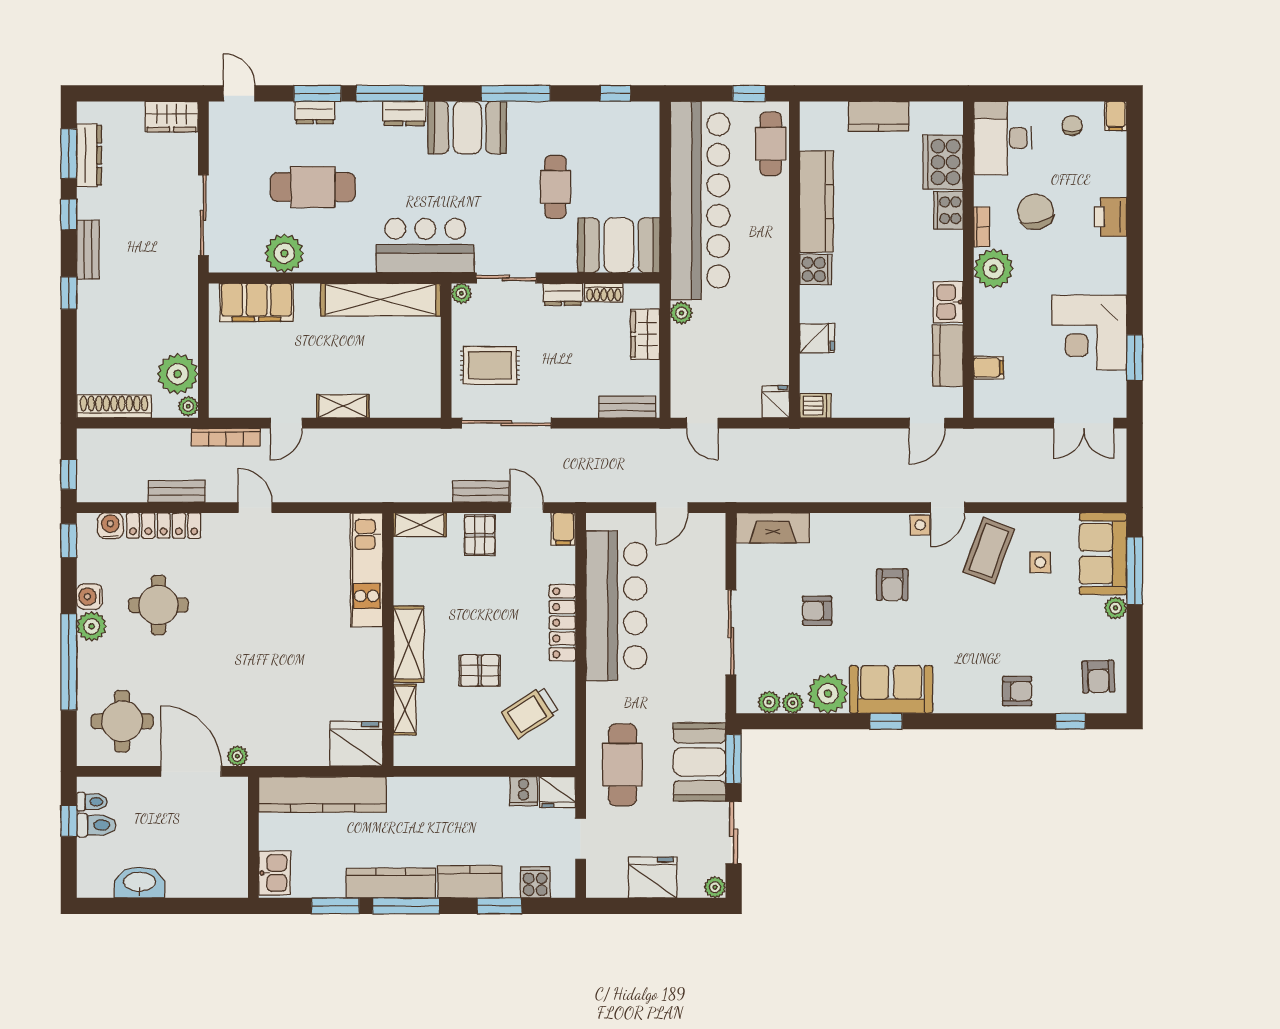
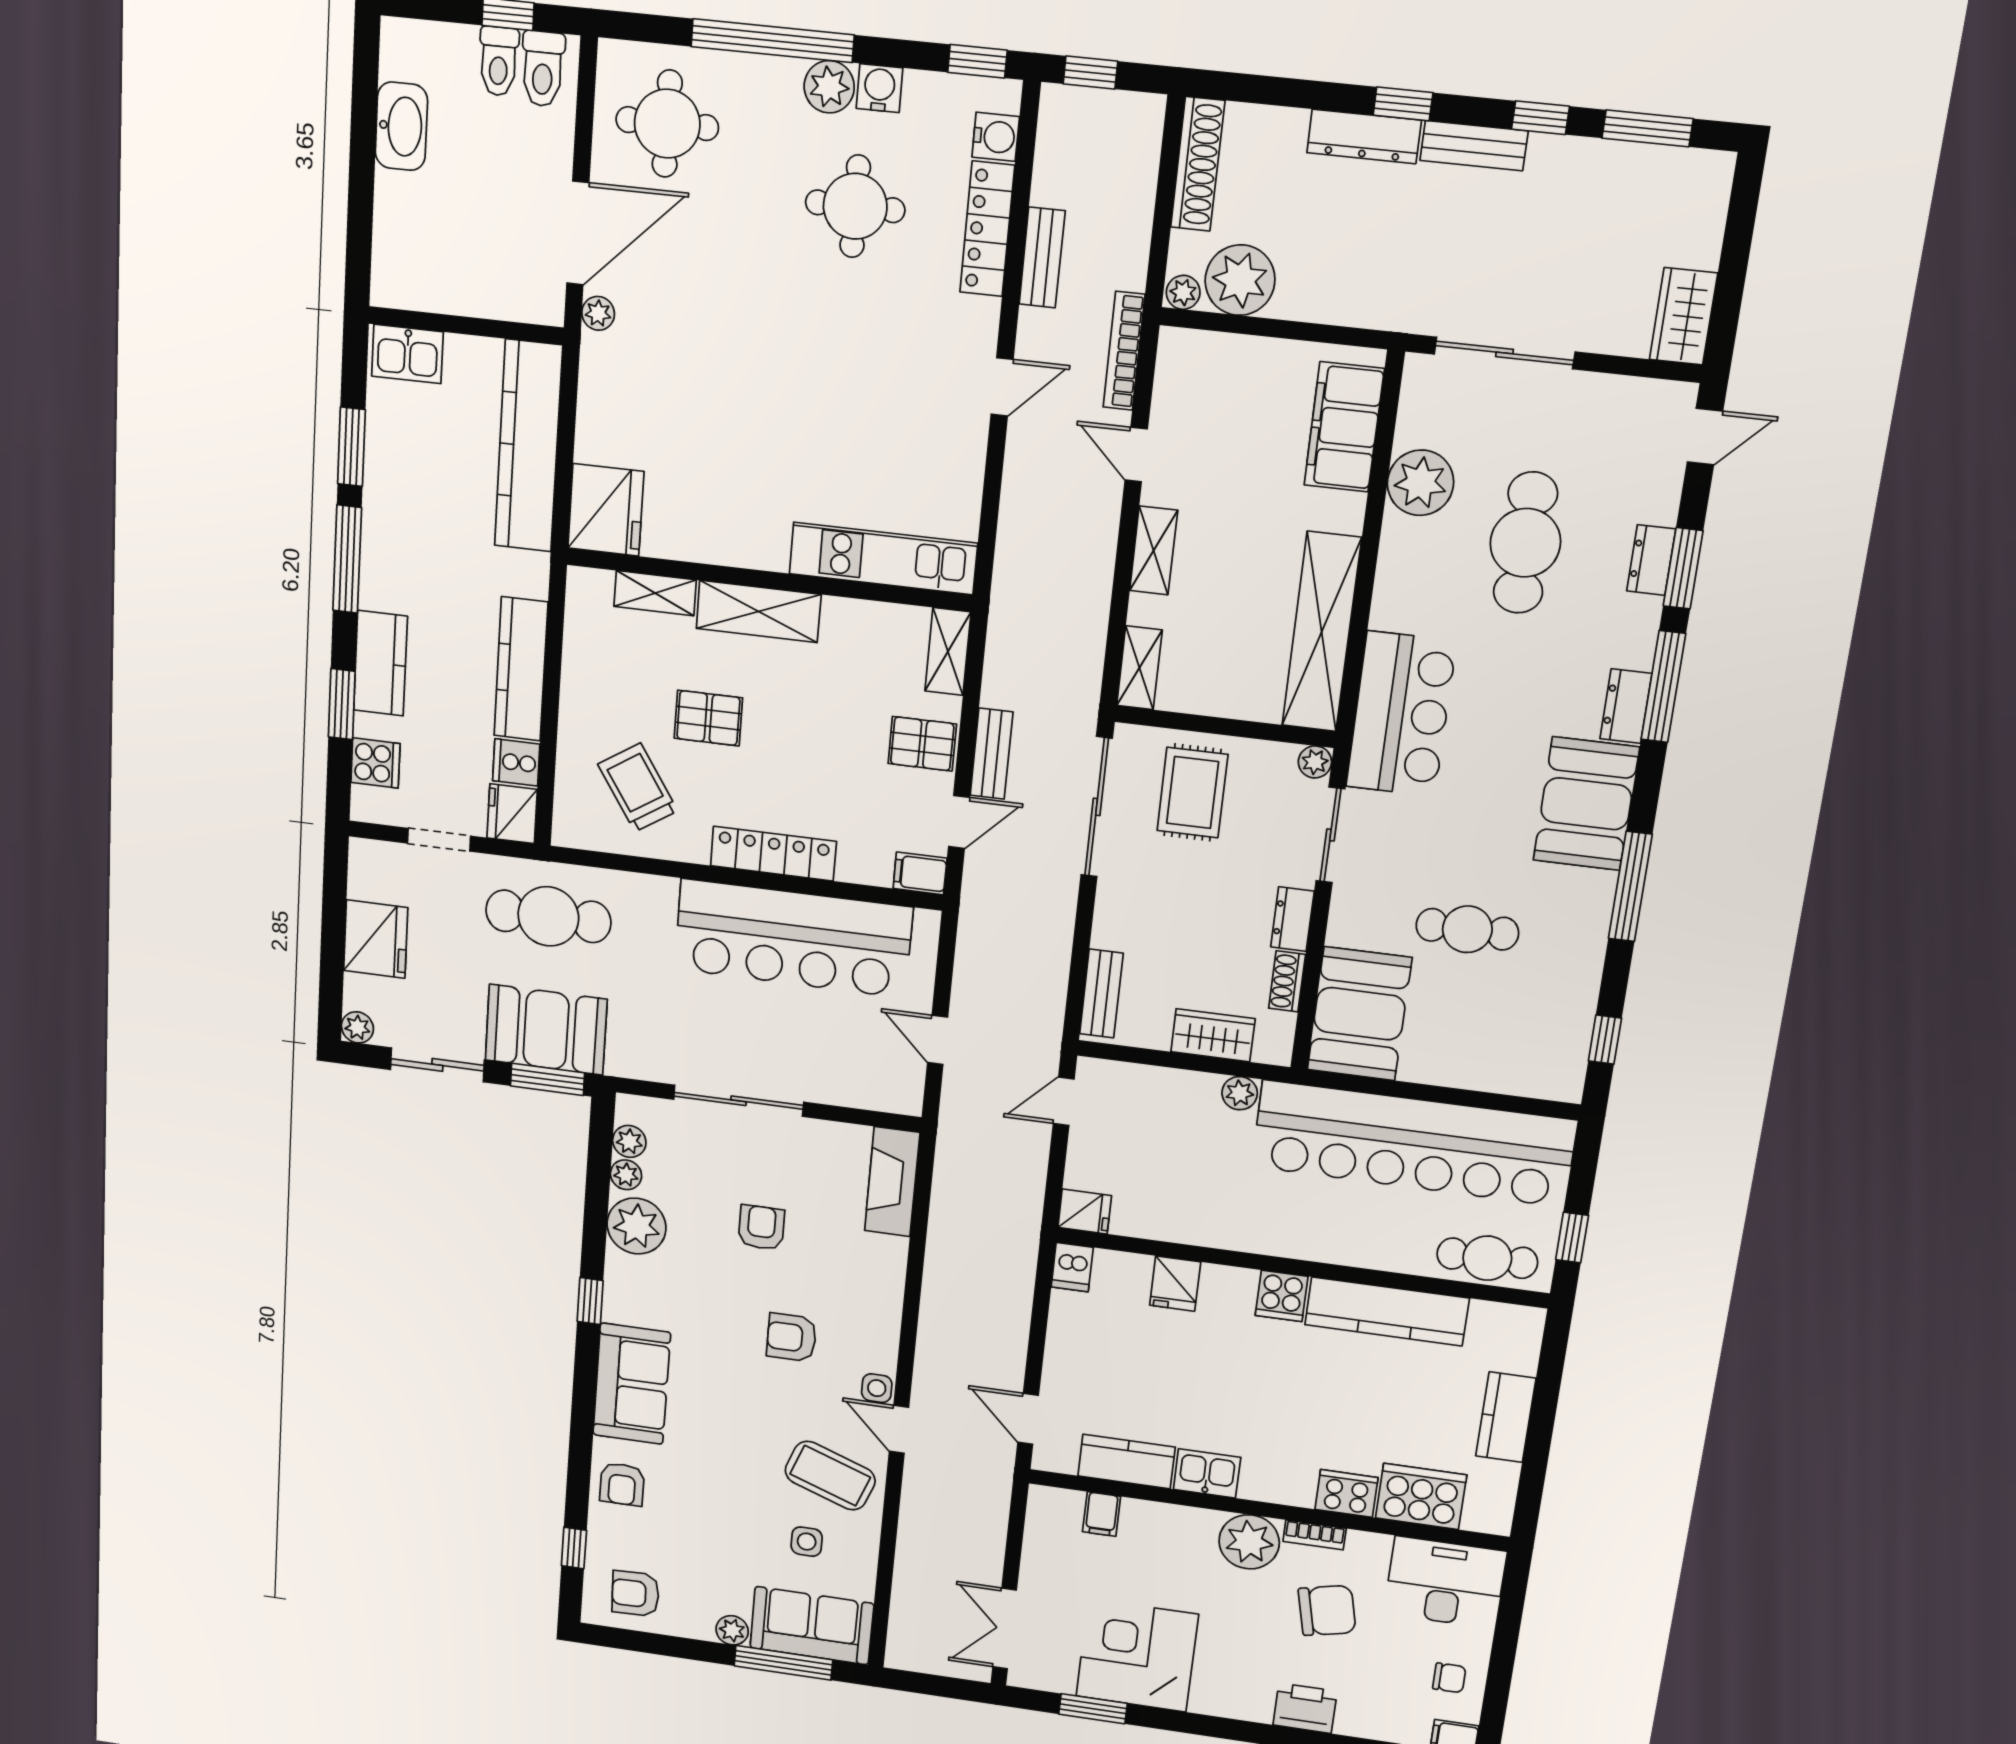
dresser: (89, 155) -> (1364, 136), moved
shelving: (416, 407) -> (1139, 668), added
pallet: (480, 671) -> (708, 718), turned 90
sofa: (891, 689) -> (632, 1384), moved
toilet: (92, 802) -> (543, 69), width x1.37, depth x1.39
kitchen counter: (391, 883) -> (521, 669), moved, turned 180

